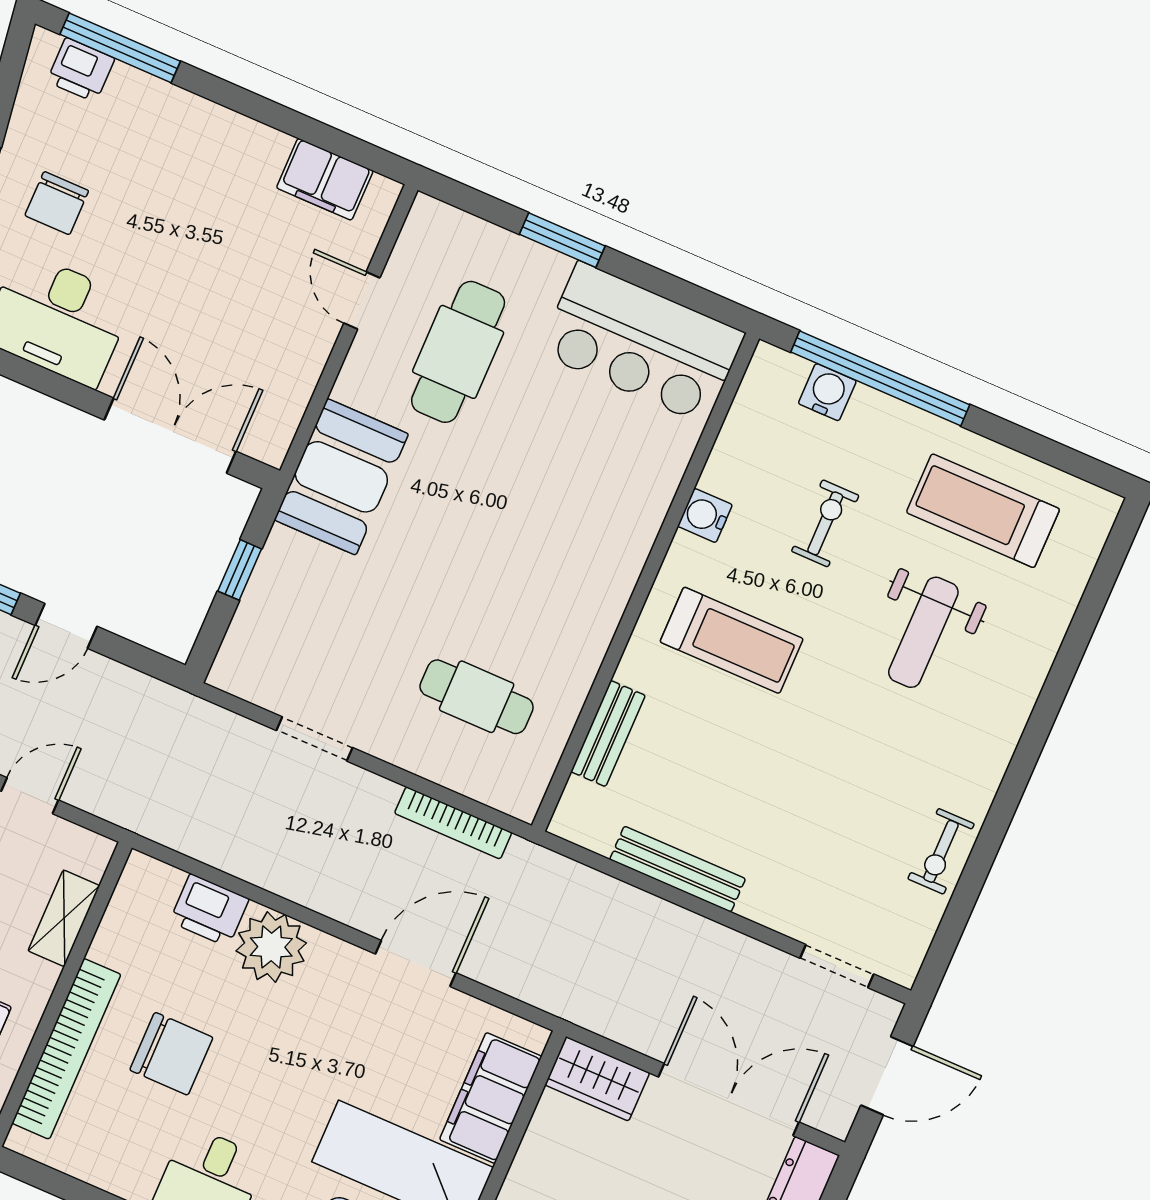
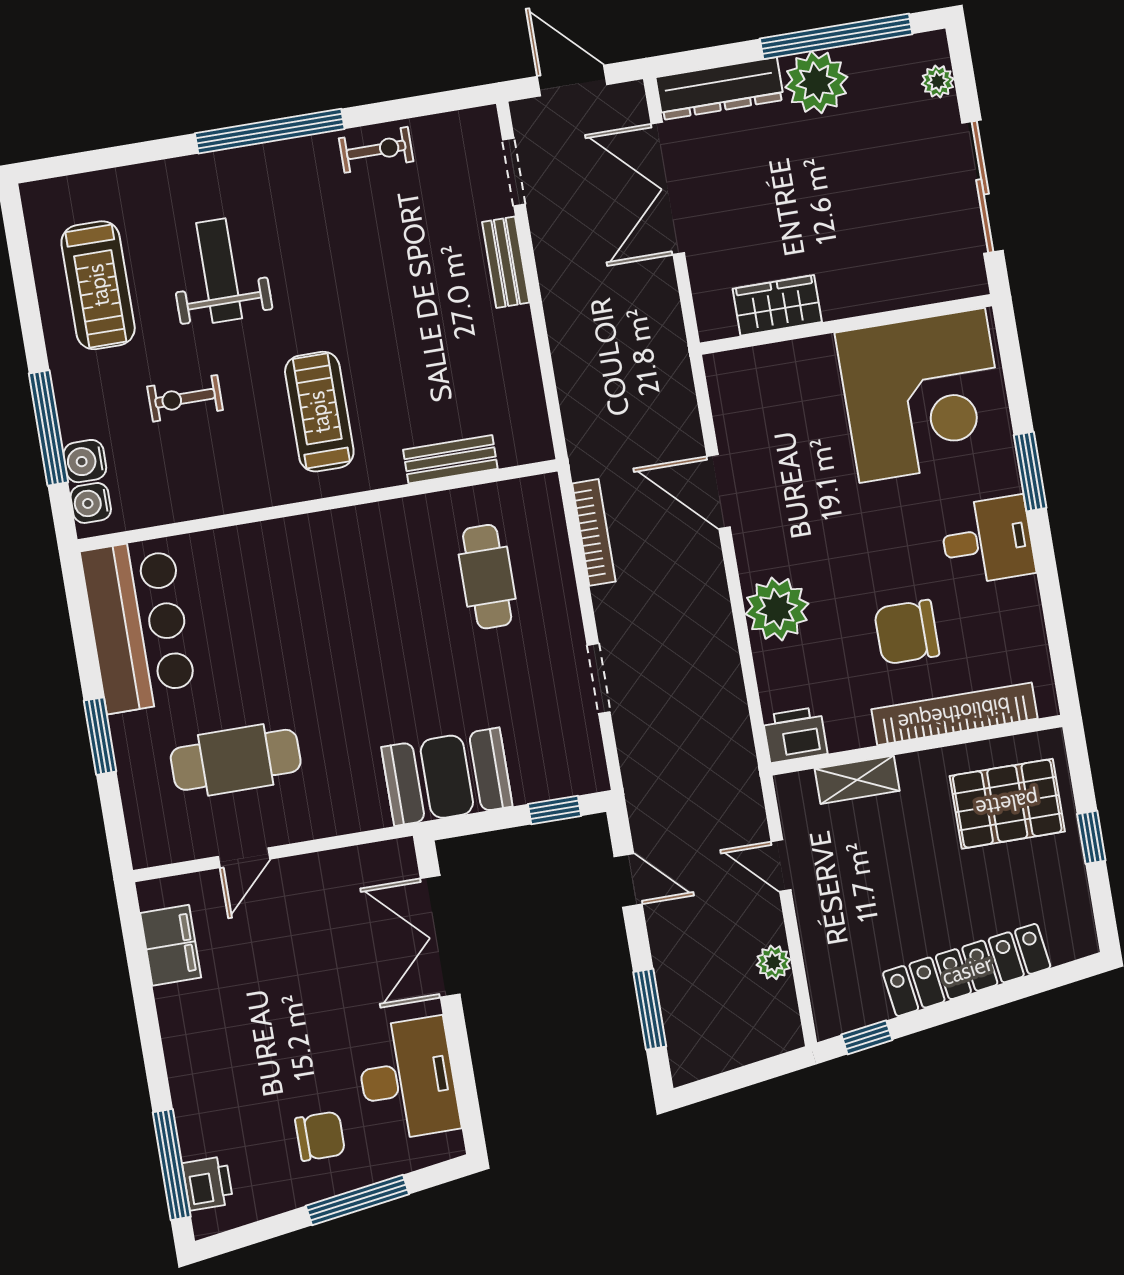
window: (880, 378) -> (48, 428), width x0.68
booth: (341, 477) -> (447, 777), moved
water cooler: (705, 515) -> (91, 503), moved, turned 90
window: (240, 570) -> (555, 810), moved
door: (66, 626) -> (628, 880), moved
weight bench: (923, 632) -> (219, 271), turned -90
window: (1023, 764) -> (270, 131), added
bench: (678, 869) -> (506, 262), moved, width x0.73
printer: (209, 910) -> (795, 735), moved, turned -90
chair: (171, 1054) -> (907, 632), turned -90
wardrobe: (597, 1079) -> (777, 305), moved, turned -90
filing cabinet: (491, 1098) -> (783, 369), removed

